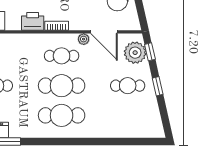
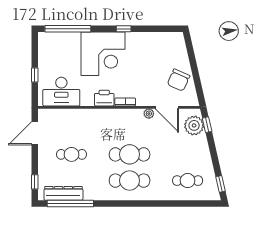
cafe table: (62, 56) -> (130, 128), removed
cafe table: (128, 86) -> (188, 181), moved
window: (158, 86) -> (220, 184), moved

